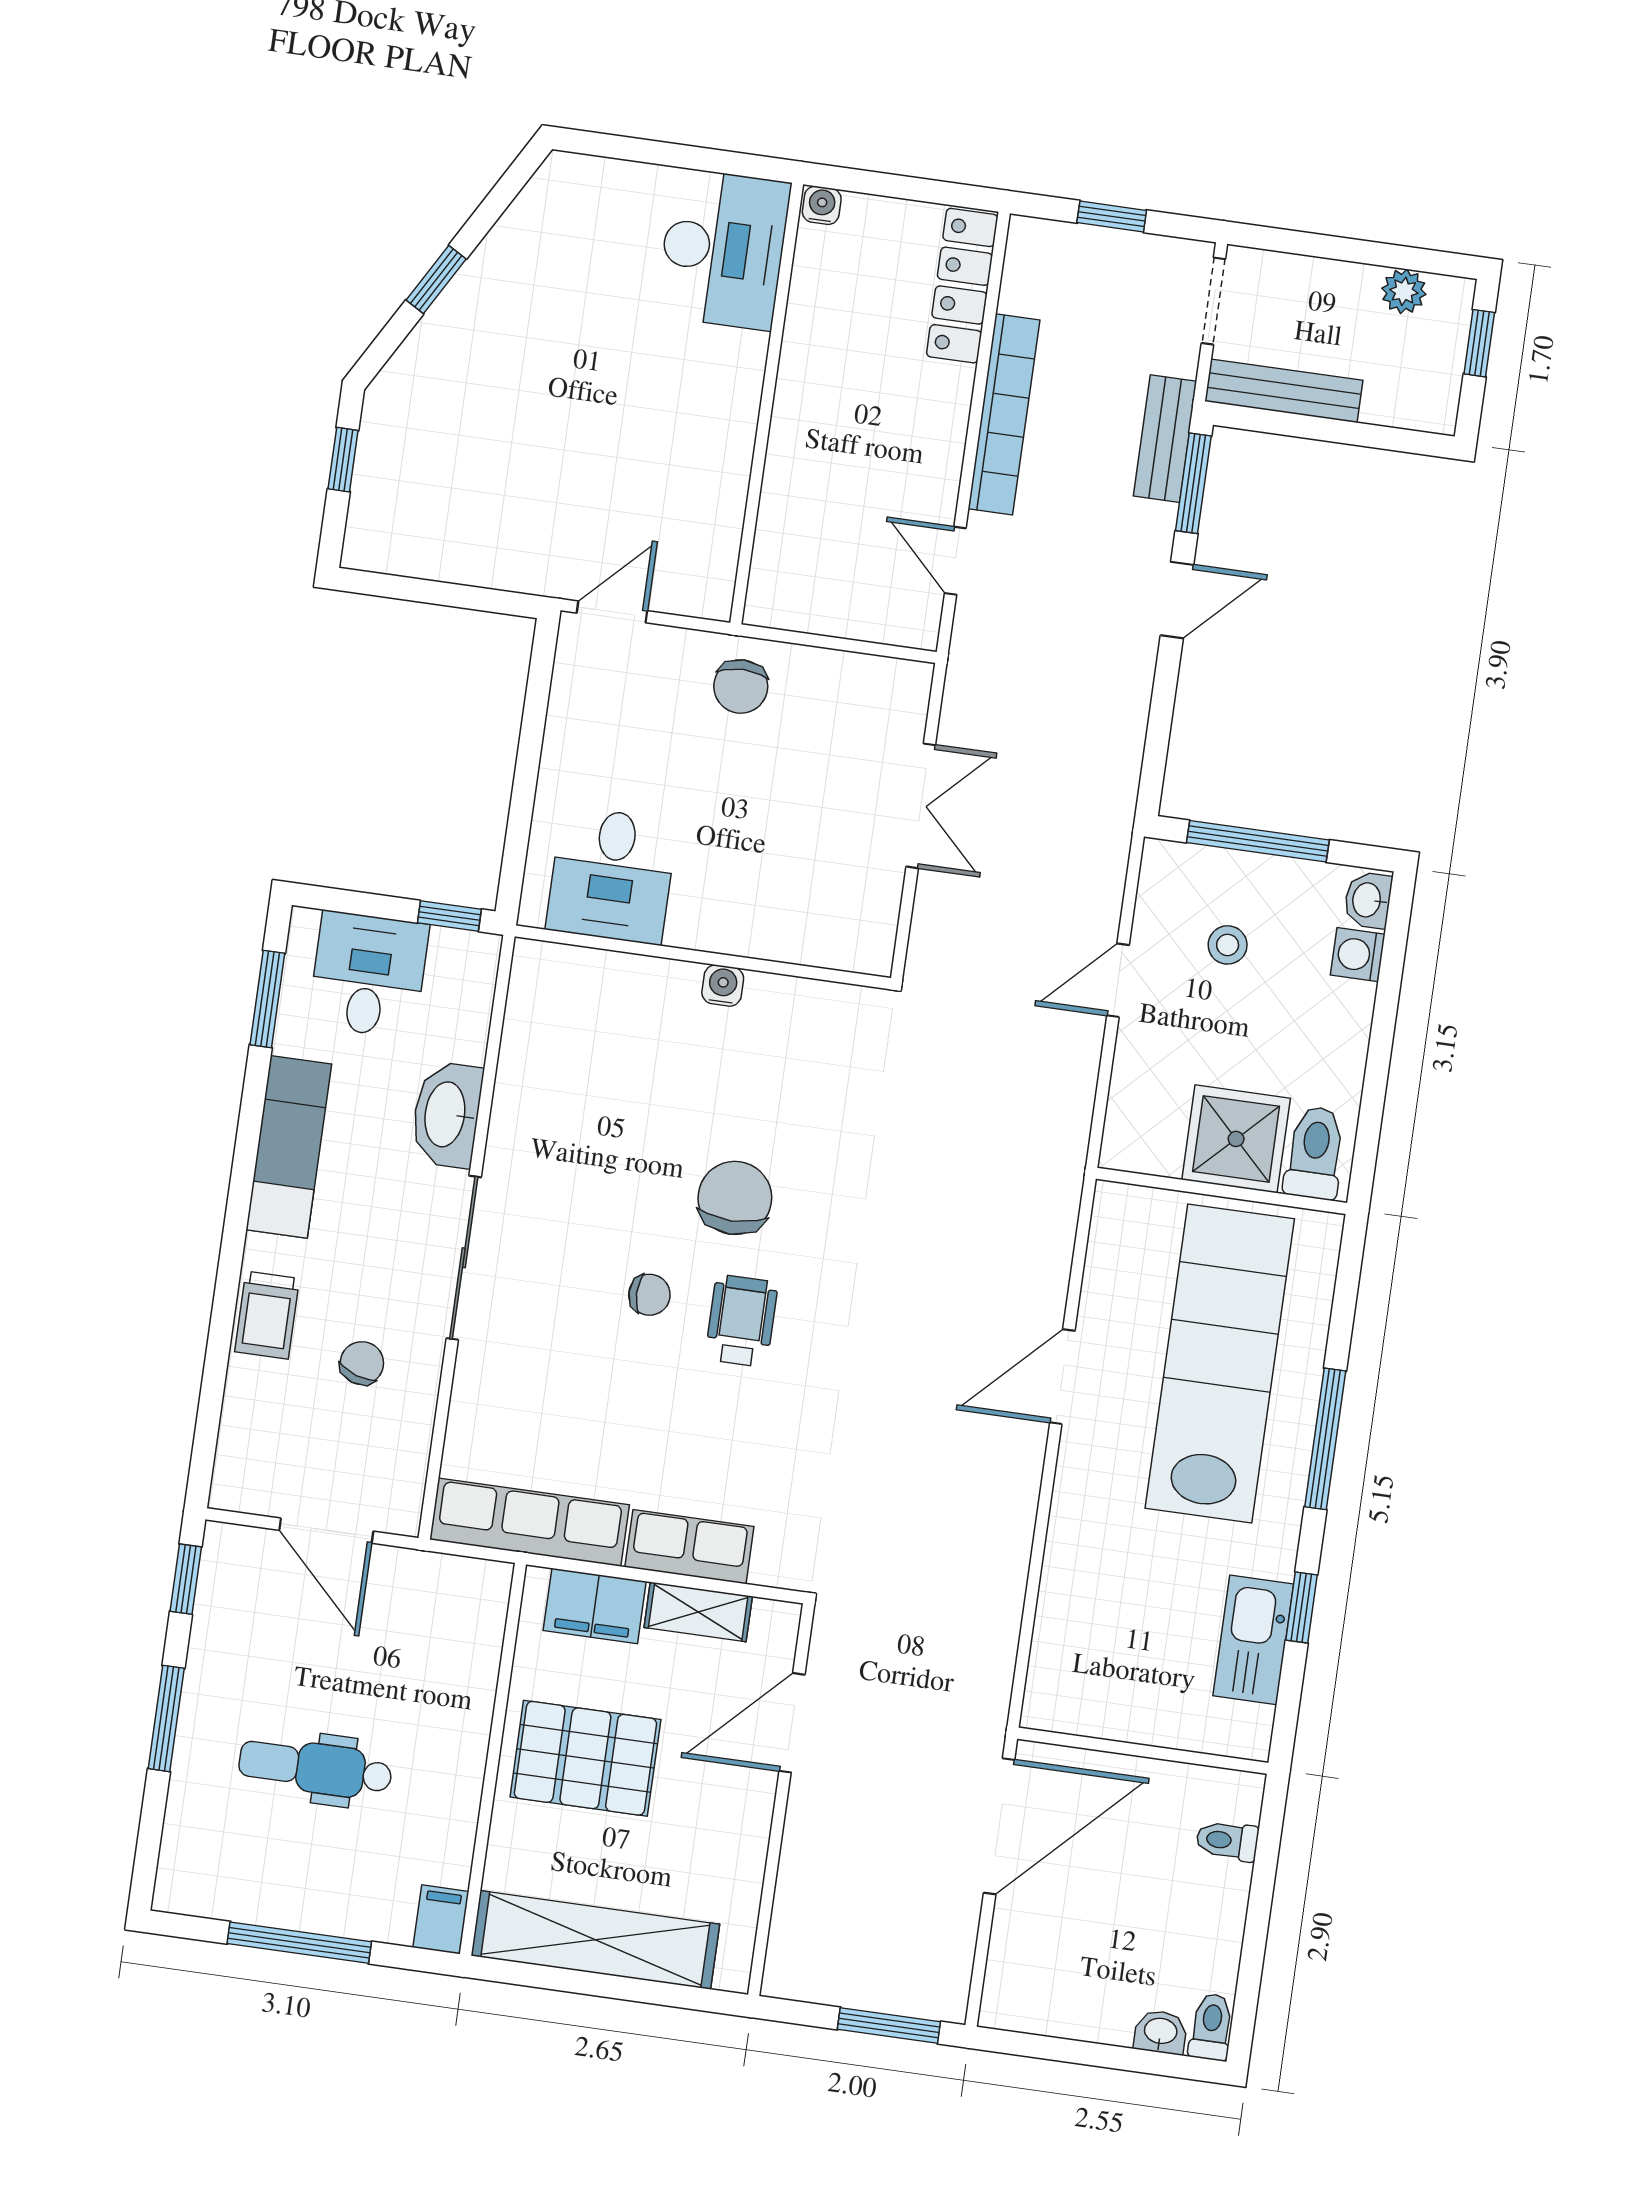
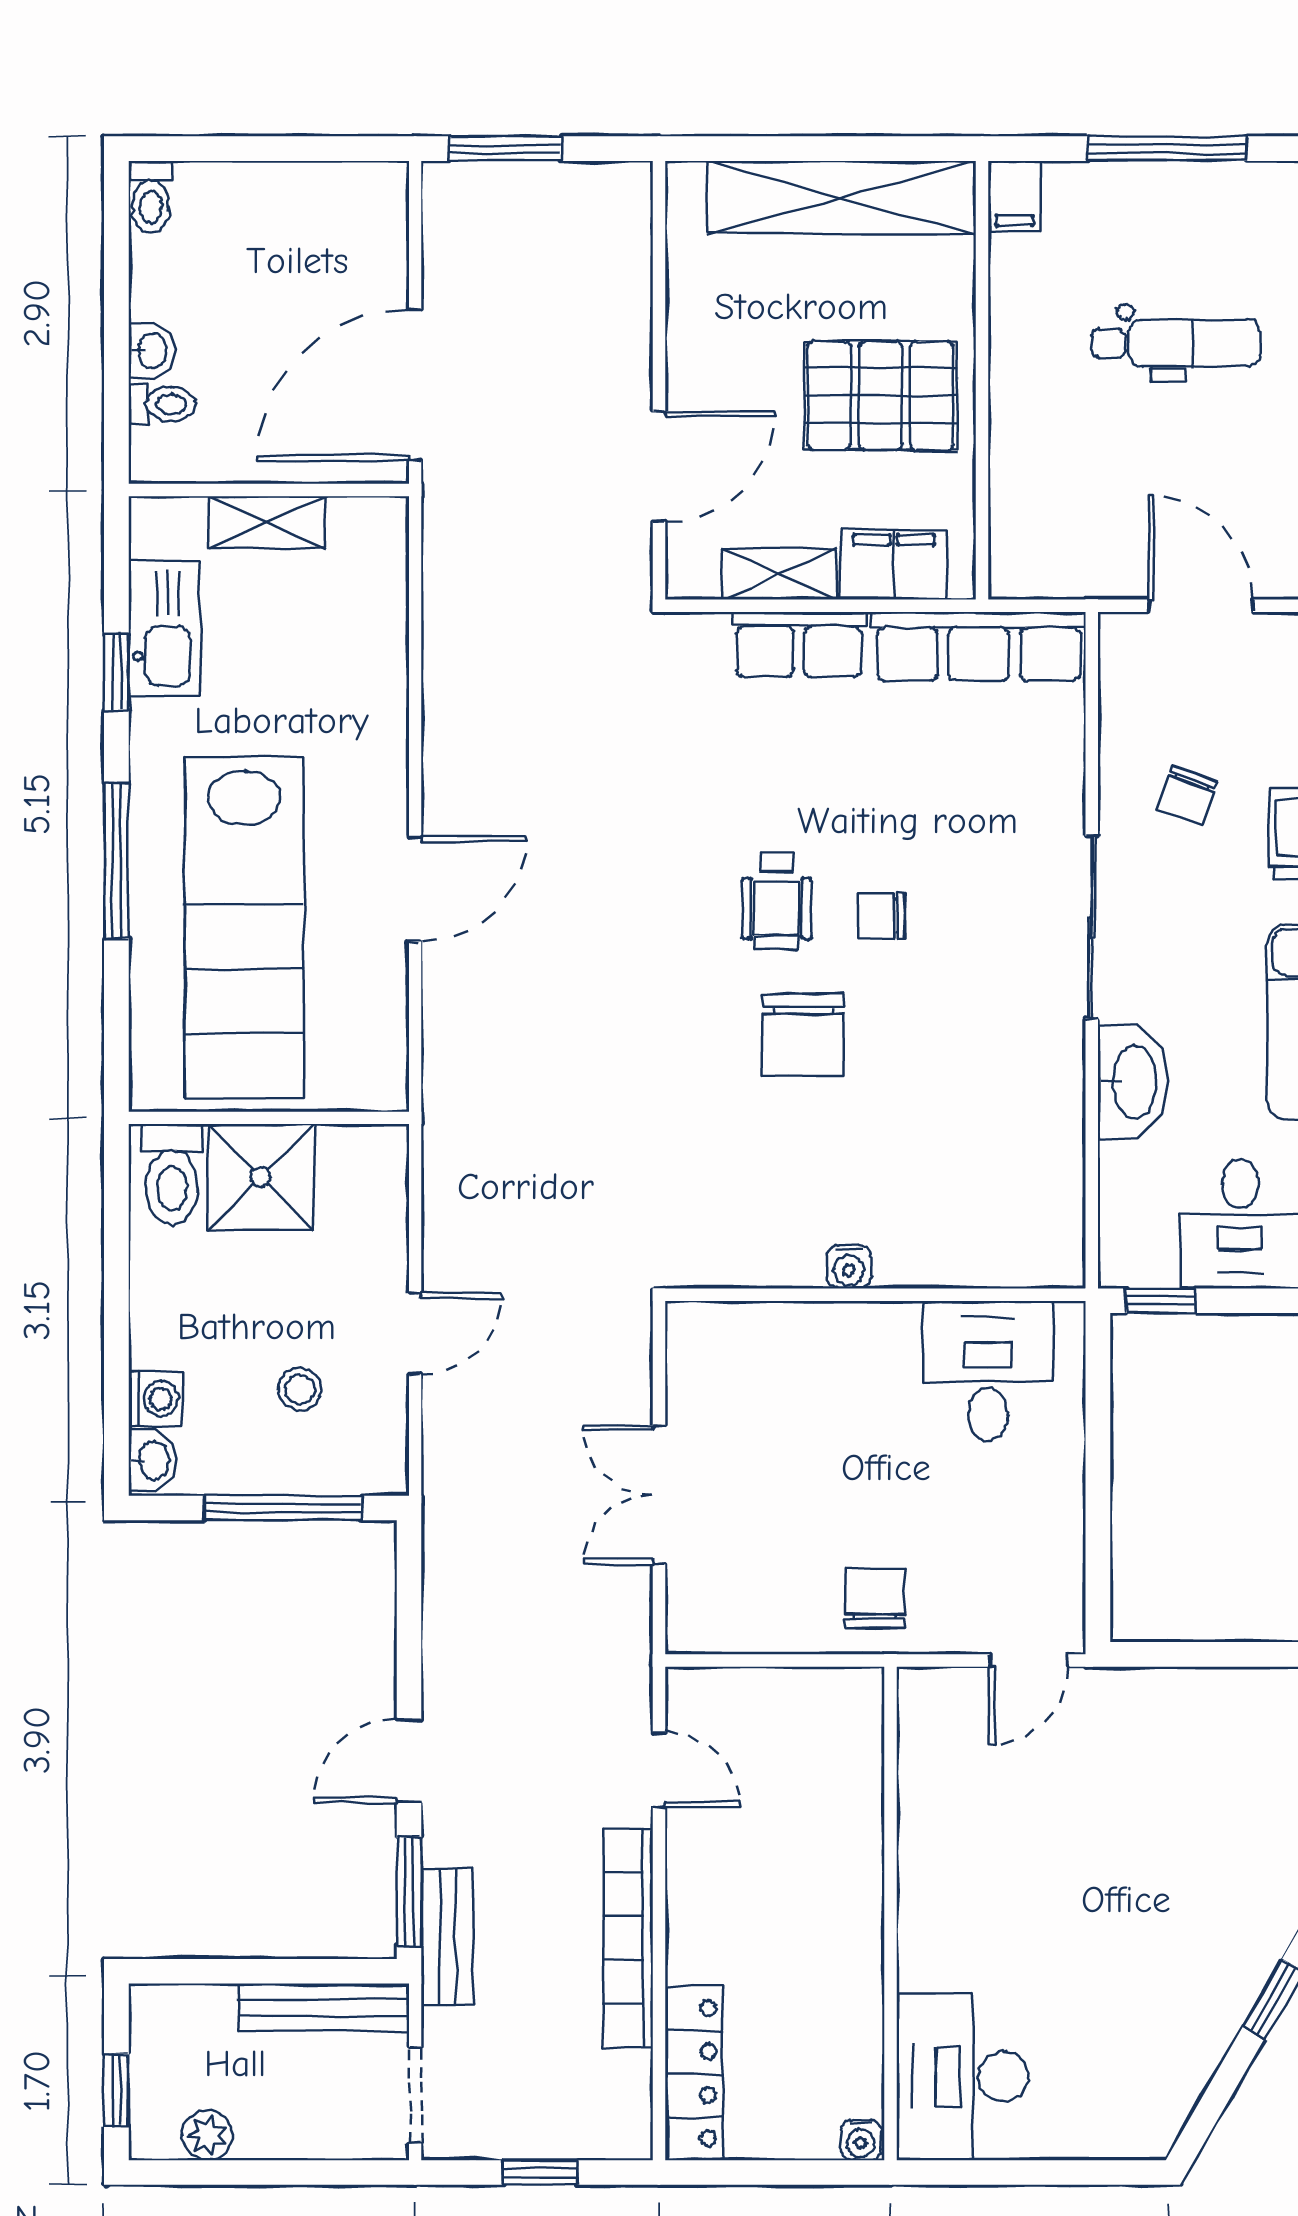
shelving: (1148, 1722) -> (267, 522), added
washbasin: (1161, 2032) -> (151, 351), moved, turned -90

